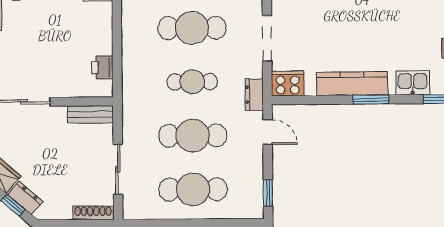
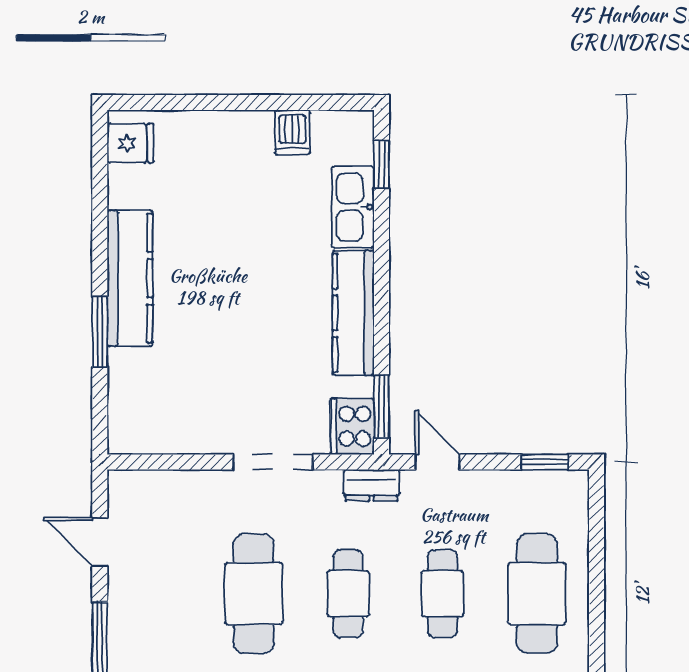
kitchen sink: (413, 83) -> (353, 207), width x1.38
window: (371, 100) -> (382, 406), moved
door: (268, 132) -> (437, 462), hinge flipped
cafe table: (193, 136) -> (443, 594), width x0.73, depth x0.74

